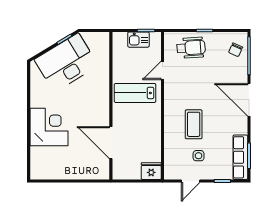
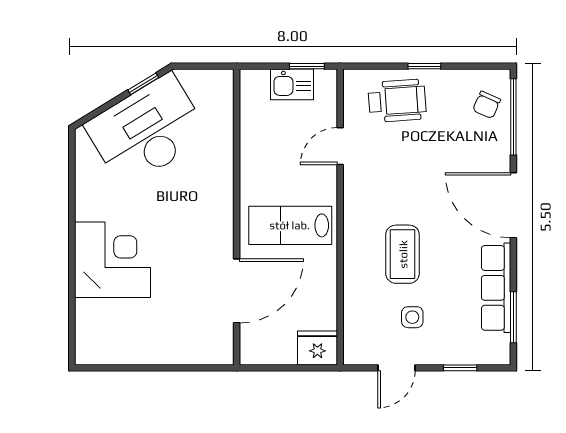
lab bench: (135, 93) -> (290, 225), moved
door: (111, 143) -> (237, 291), swing flipped
row of seats: (240, 157) -> (496, 288), moved

